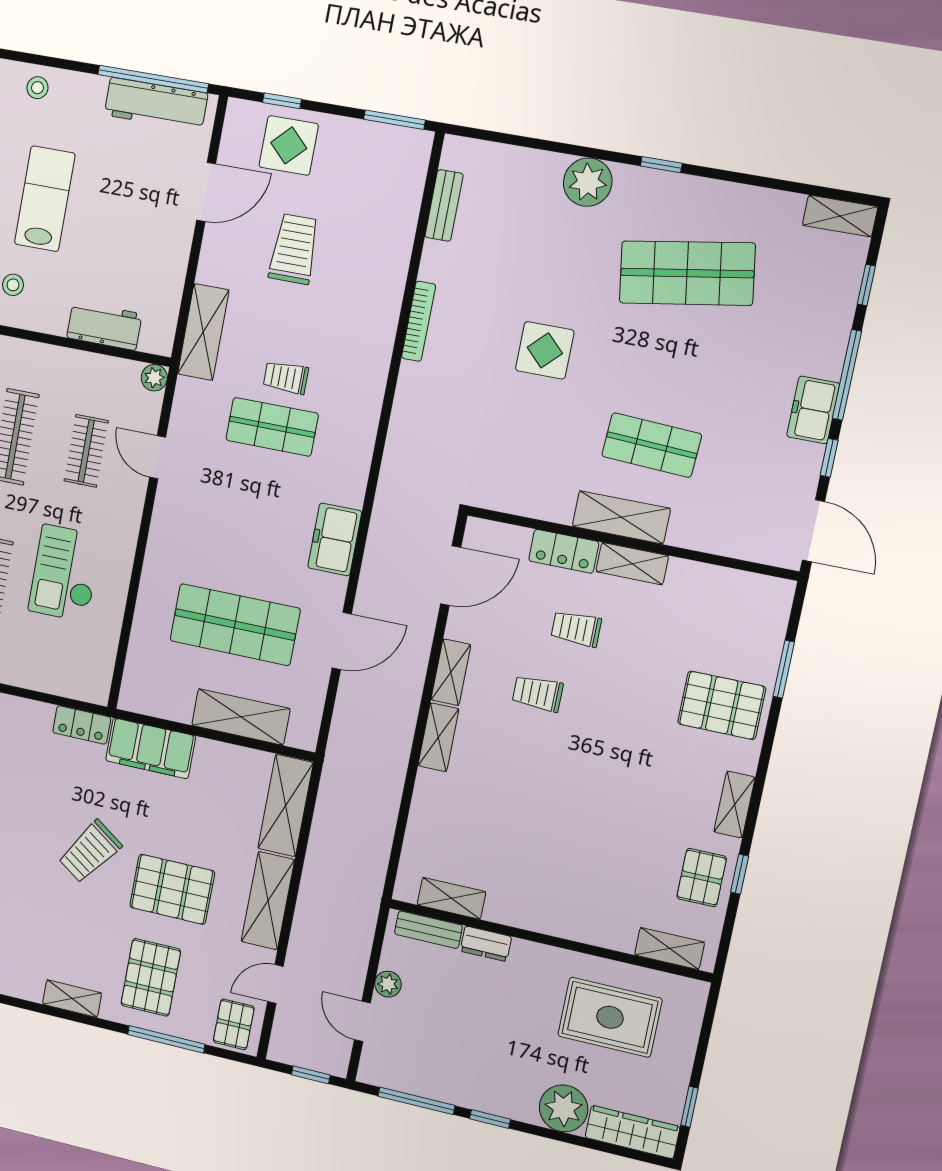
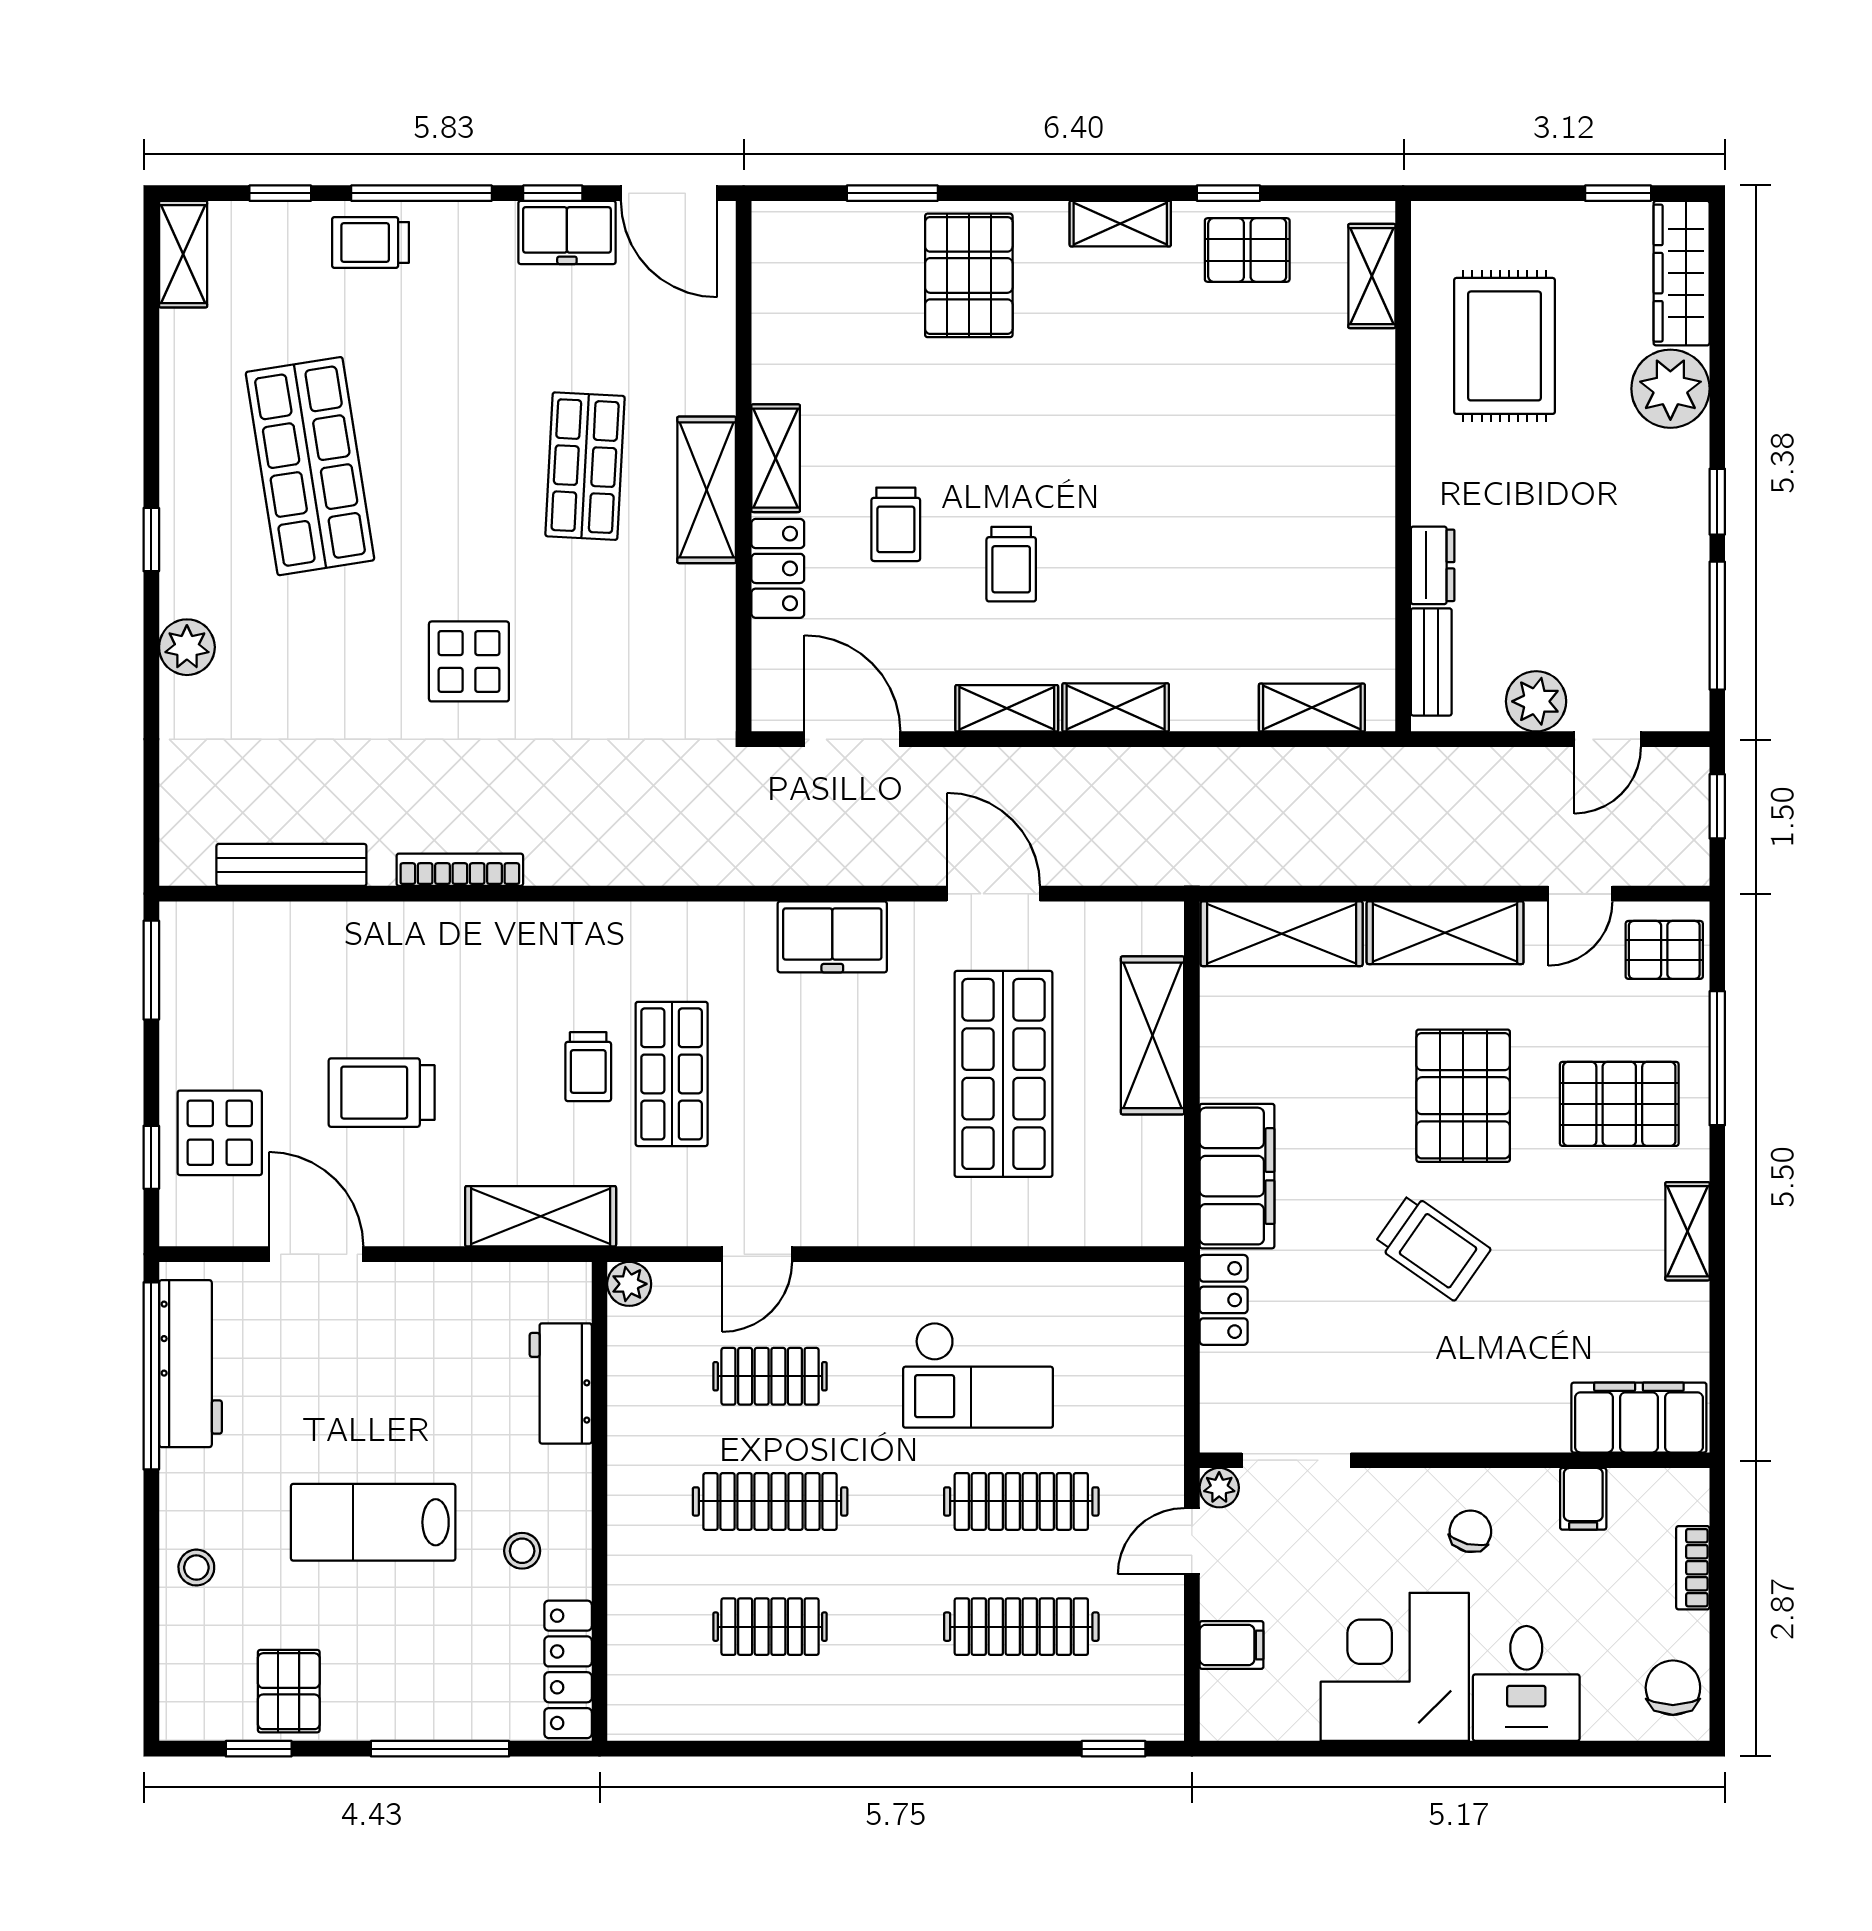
plant: (588, 182) -> (187, 647), width x0.73, depth x0.73
bench: (444, 205) -> (291, 865), width x1.36
trolley: (822, 337) -> (370, 242), added
freezer: (813, 410) -> (567, 232), moved
door: (814, 531) -> (669, 193), swing flipped
shelving: (451, 898) -> (1312, 708), moved, turned 90
door: (275, 984) -> (1580, 894), hinge flipped
plant: (388, 984) -> (1536, 701), width x1.38, depth x1.38

